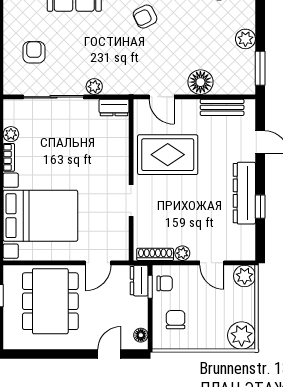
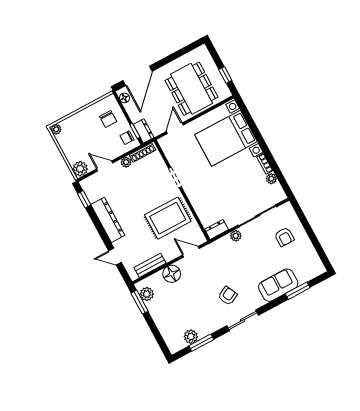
plant: (245, 39) -> (147, 294), moved
window: (260, 207) -> (84, 199), moved
plant: (242, 335) -> (56, 129), width x0.53, depth x0.53
door: (109, 354) -> (138, 76), width x1.88

